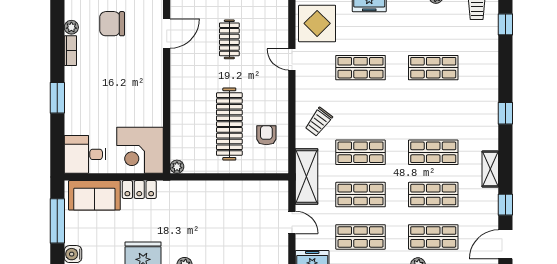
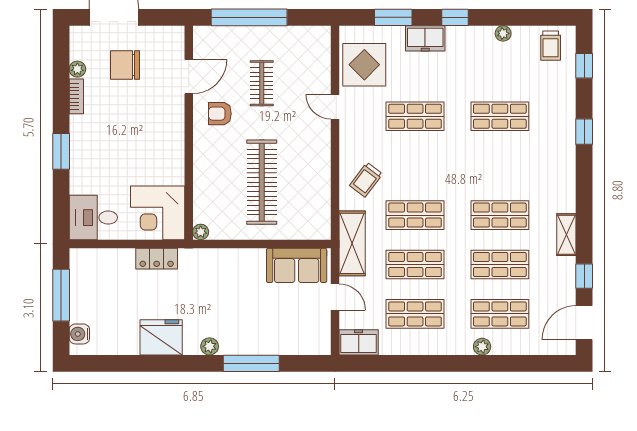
window: (505, 113) -> (584, 132), moved
armchair: (266, 135) -> (220, 114), moved, turned -90
sofa: (94, 195) -> (297, 265), moved

